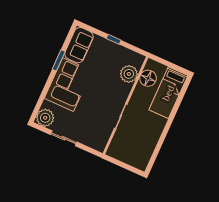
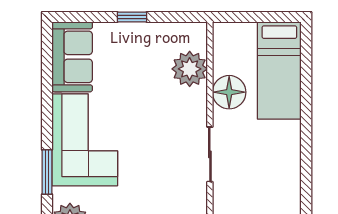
window: (59, 60) -> (47, 172), moved
floor lamp: (148, 78) -> (229, 92), moved

